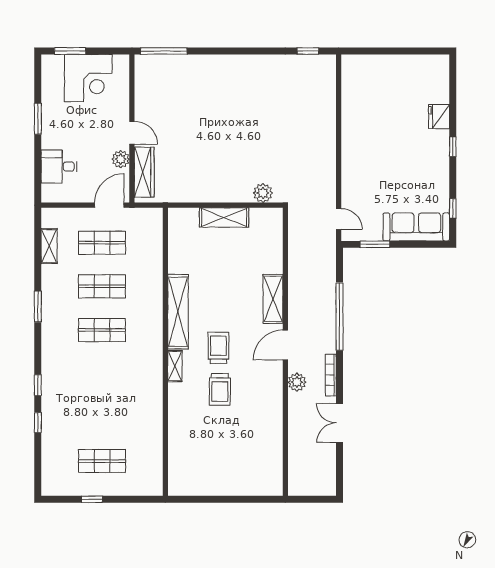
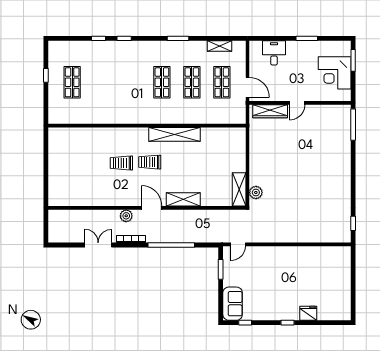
plant: (121, 159) -> (279, 95), removed
shelving: (224, 217) -> (239, 189), moved
sofa: (416, 227) -> (233, 304), width x0.73
trolley: (218, 348) -> (150, 162), turned 180
shelving: (175, 366) -> (137, 132), removed

